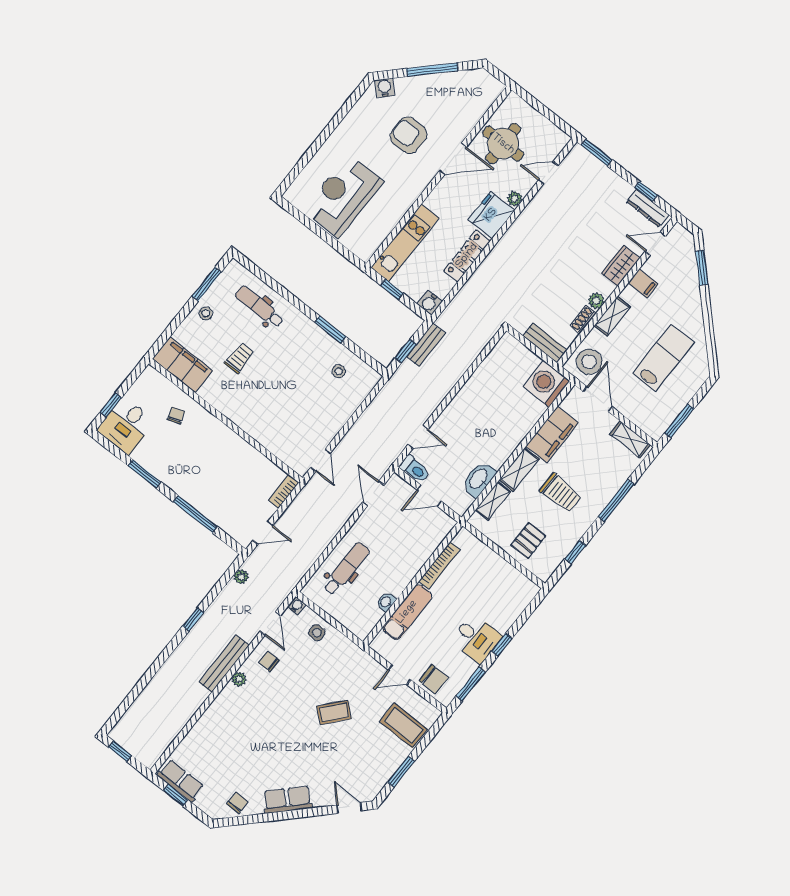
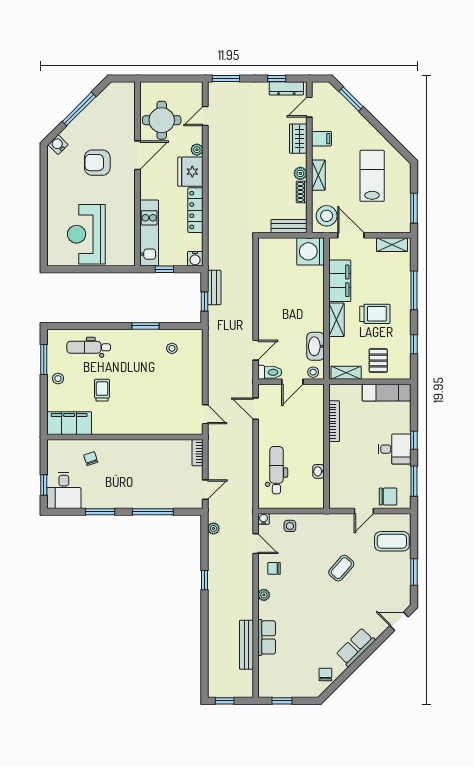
shelving: (493, 501) -> (346, 373), moved, turned 90
stool: (457, 502) -> (313, 372), added
exam couch: (407, 612) -> (387, 393), moved, turned 90
bench: (224, 664) -> (246, 645), moved
row of seats: (181, 781) -> (267, 637), moved, turned 90

